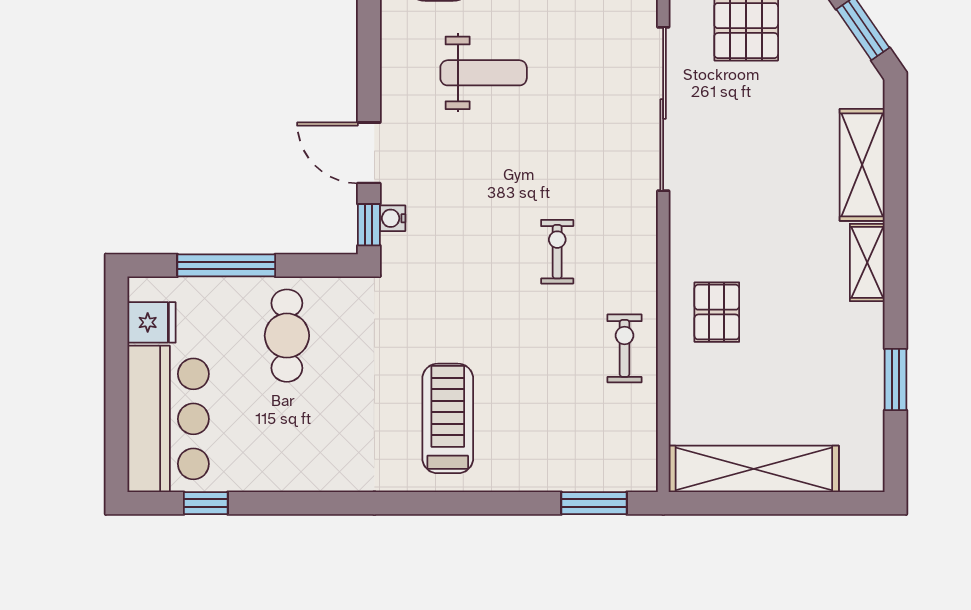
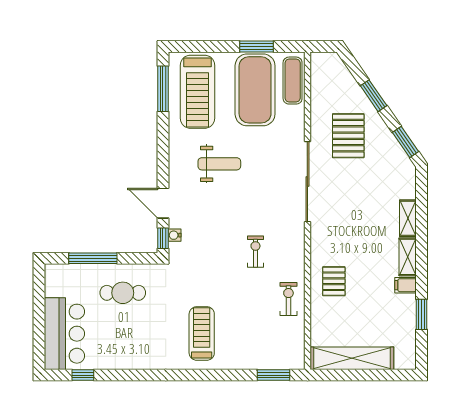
shelving: (862, 165) -> (408, 218), width x0.67, depth x0.75
filing cabinet: (863, 320) -> (406, 285), added
fridge: (152, 322) -> (56, 286), removed
cafe table: (287, 336) -> (123, 293), turned 90

